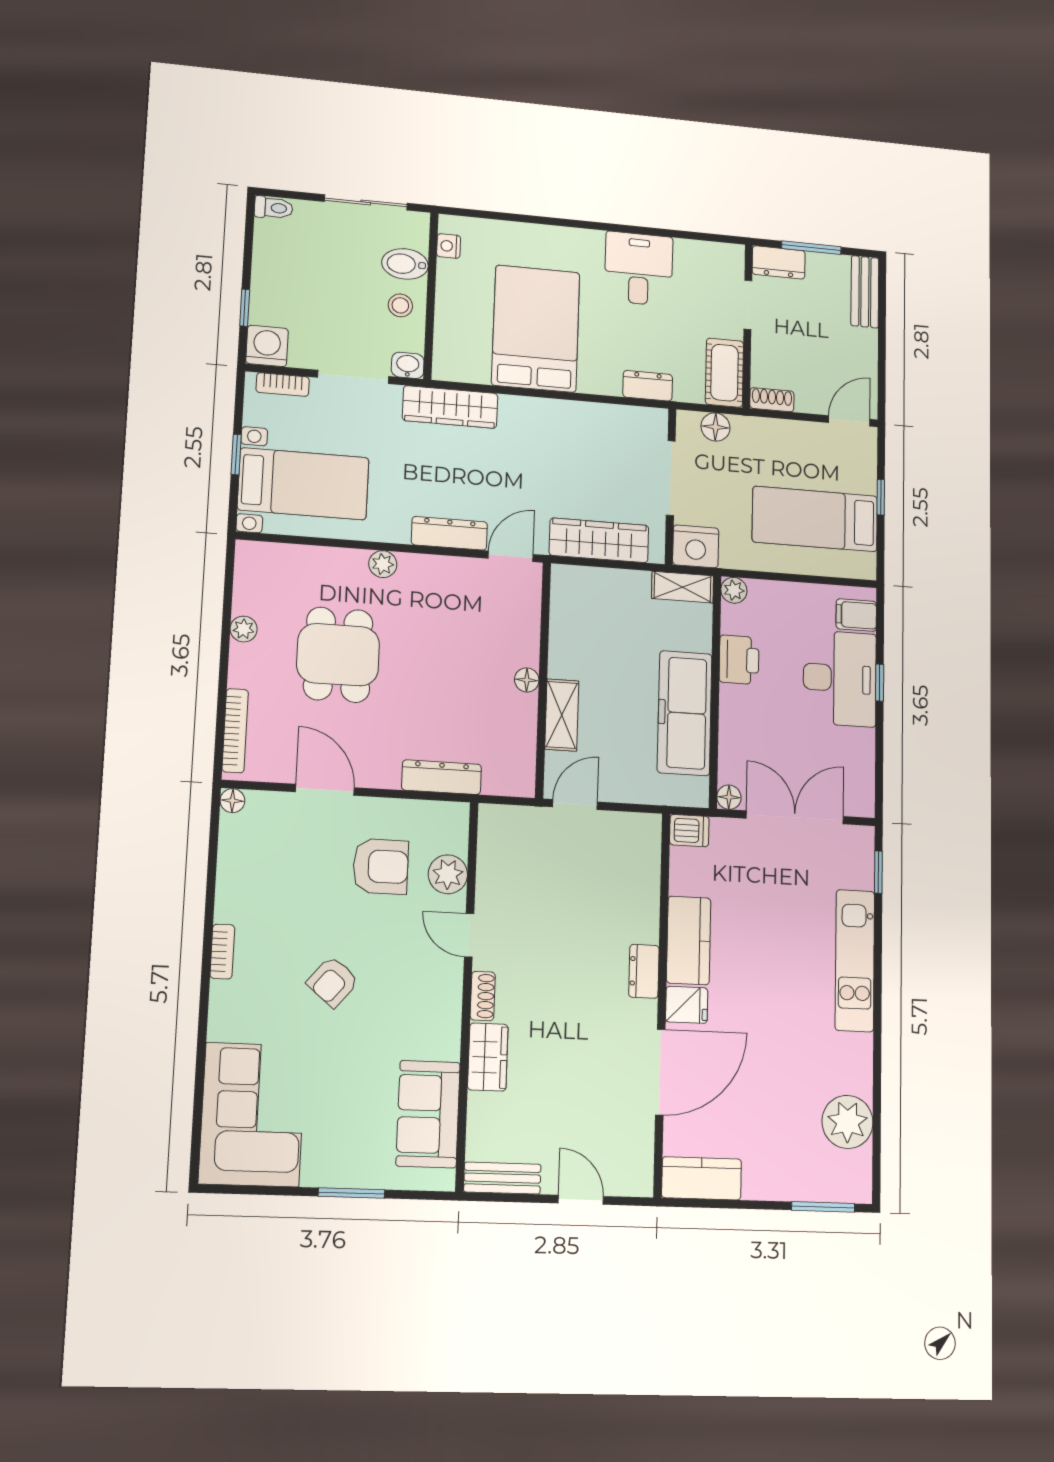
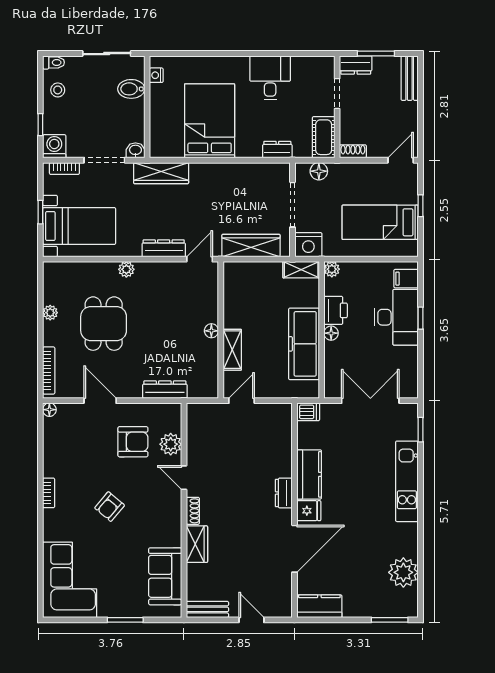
stool: (400, 305) -> (58, 90), moved
floor lamp: (729, 797) -> (331, 333), moved

